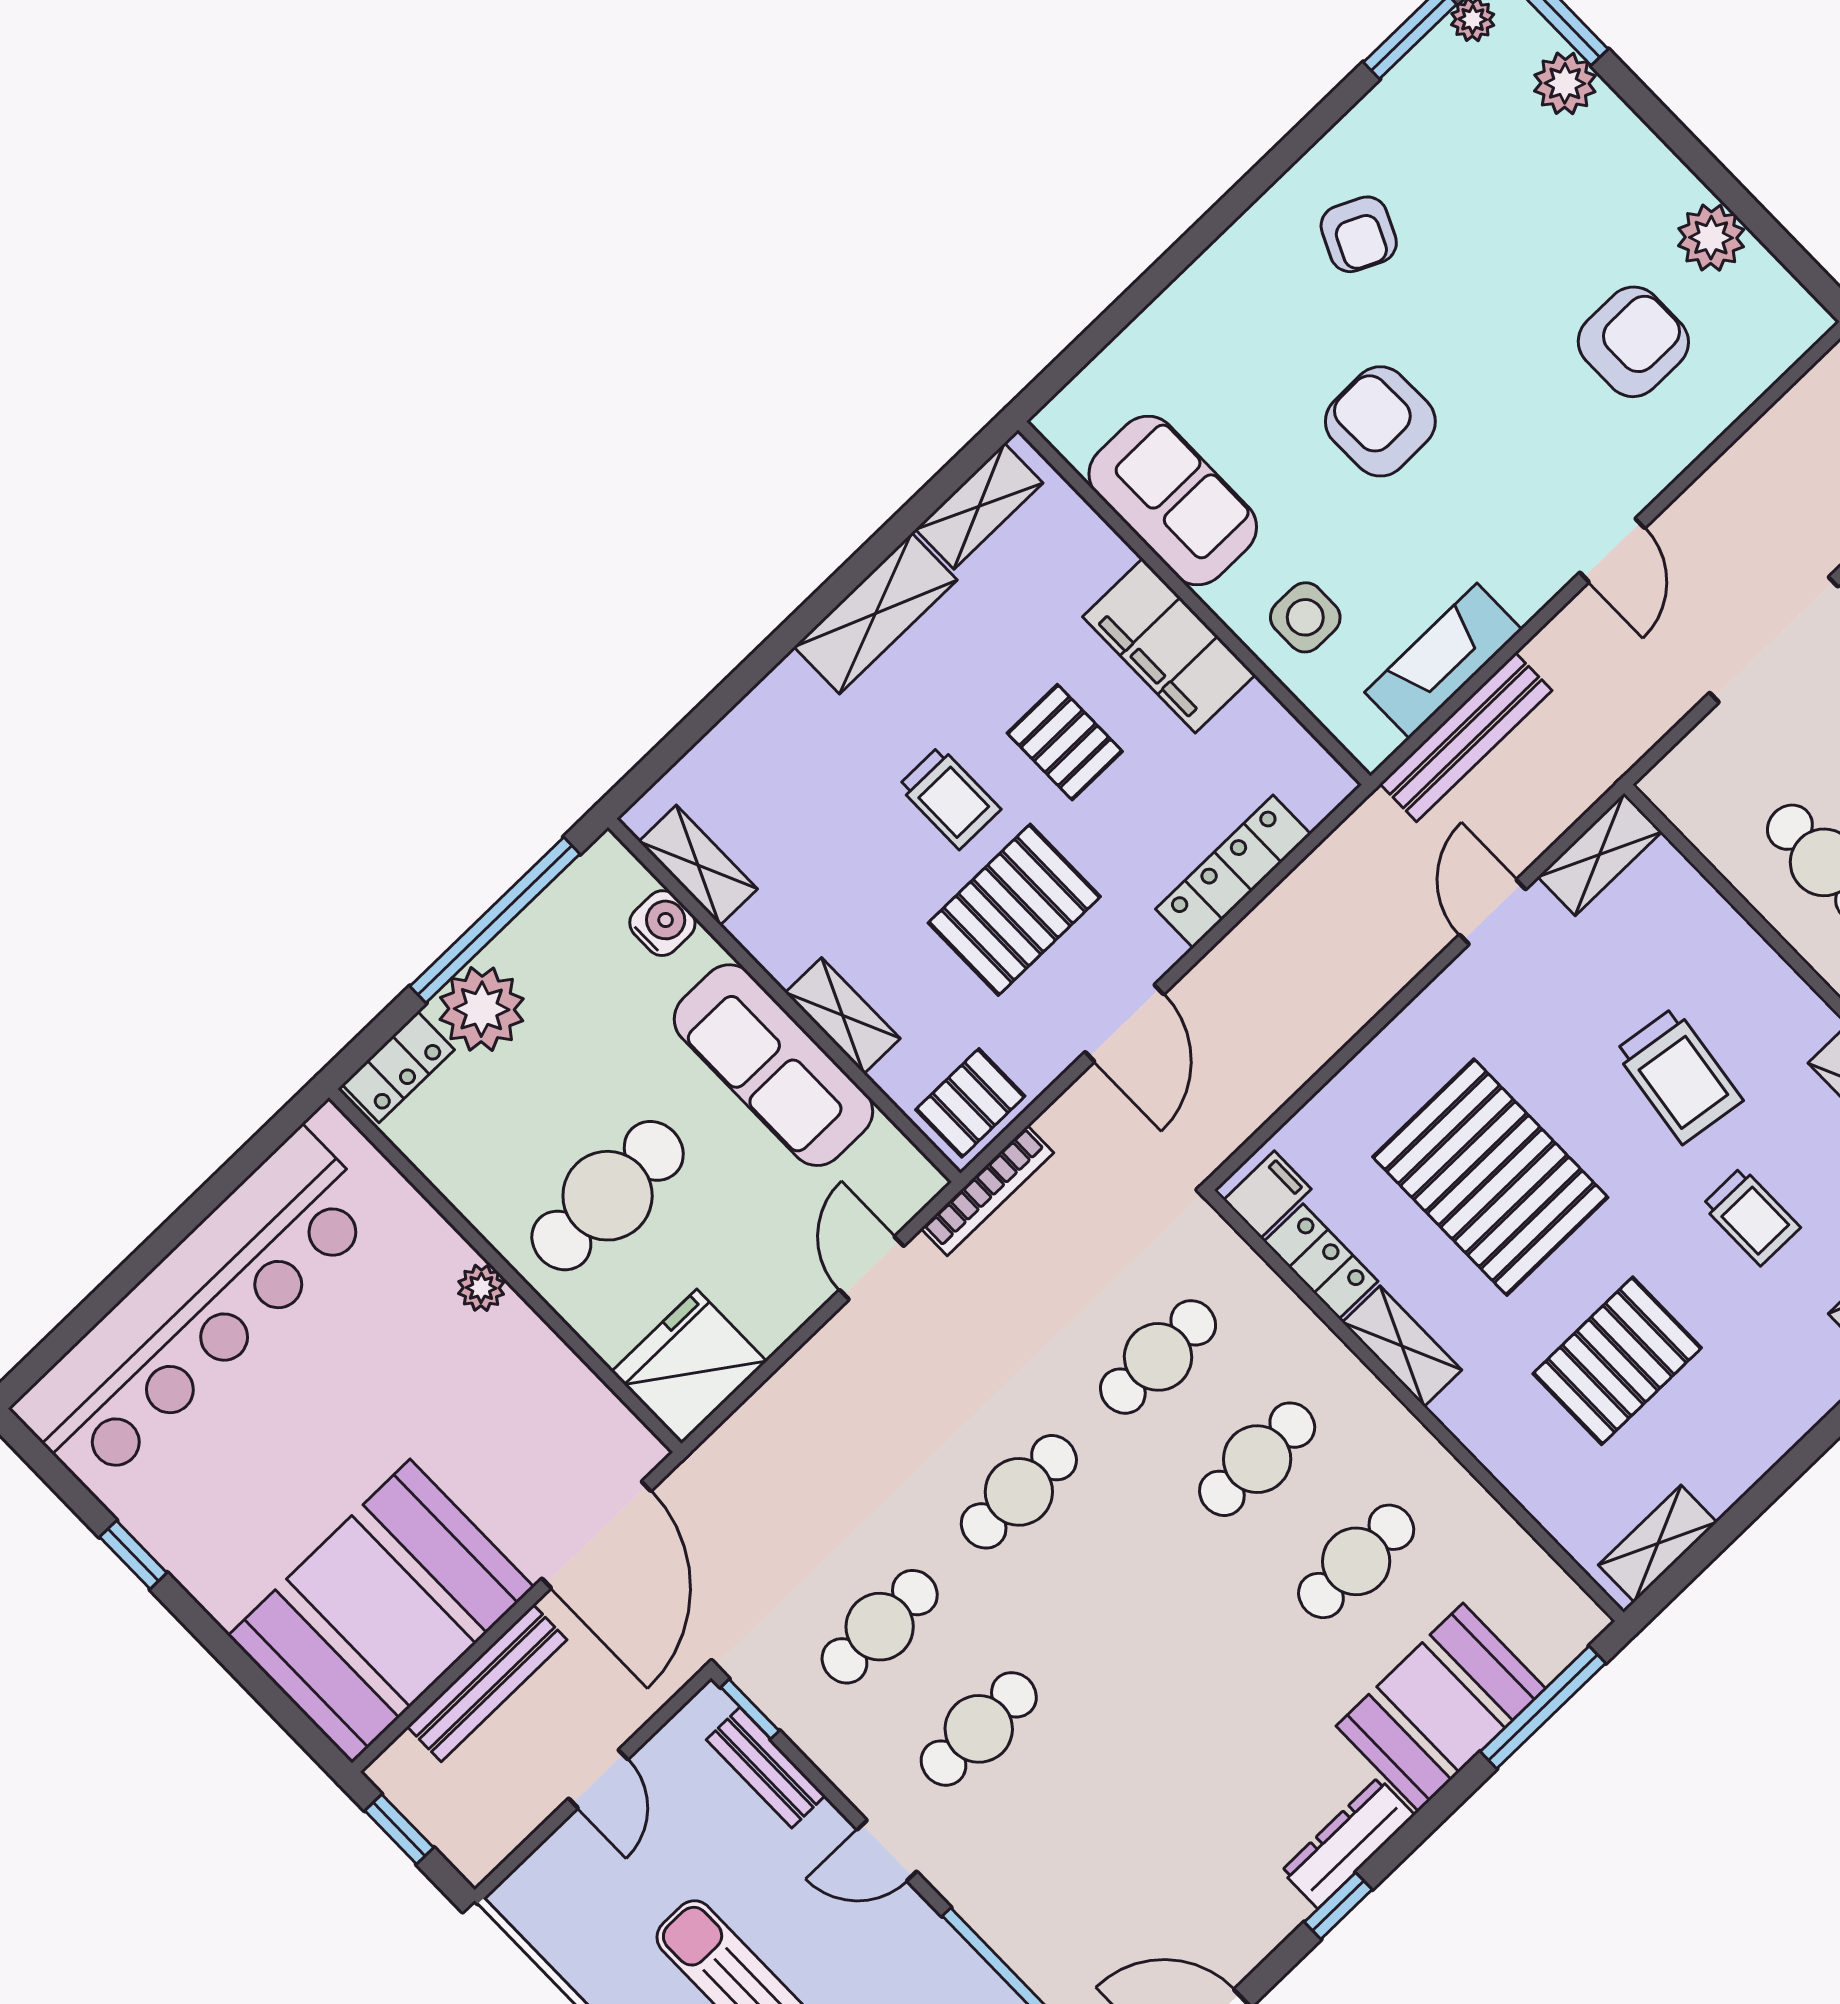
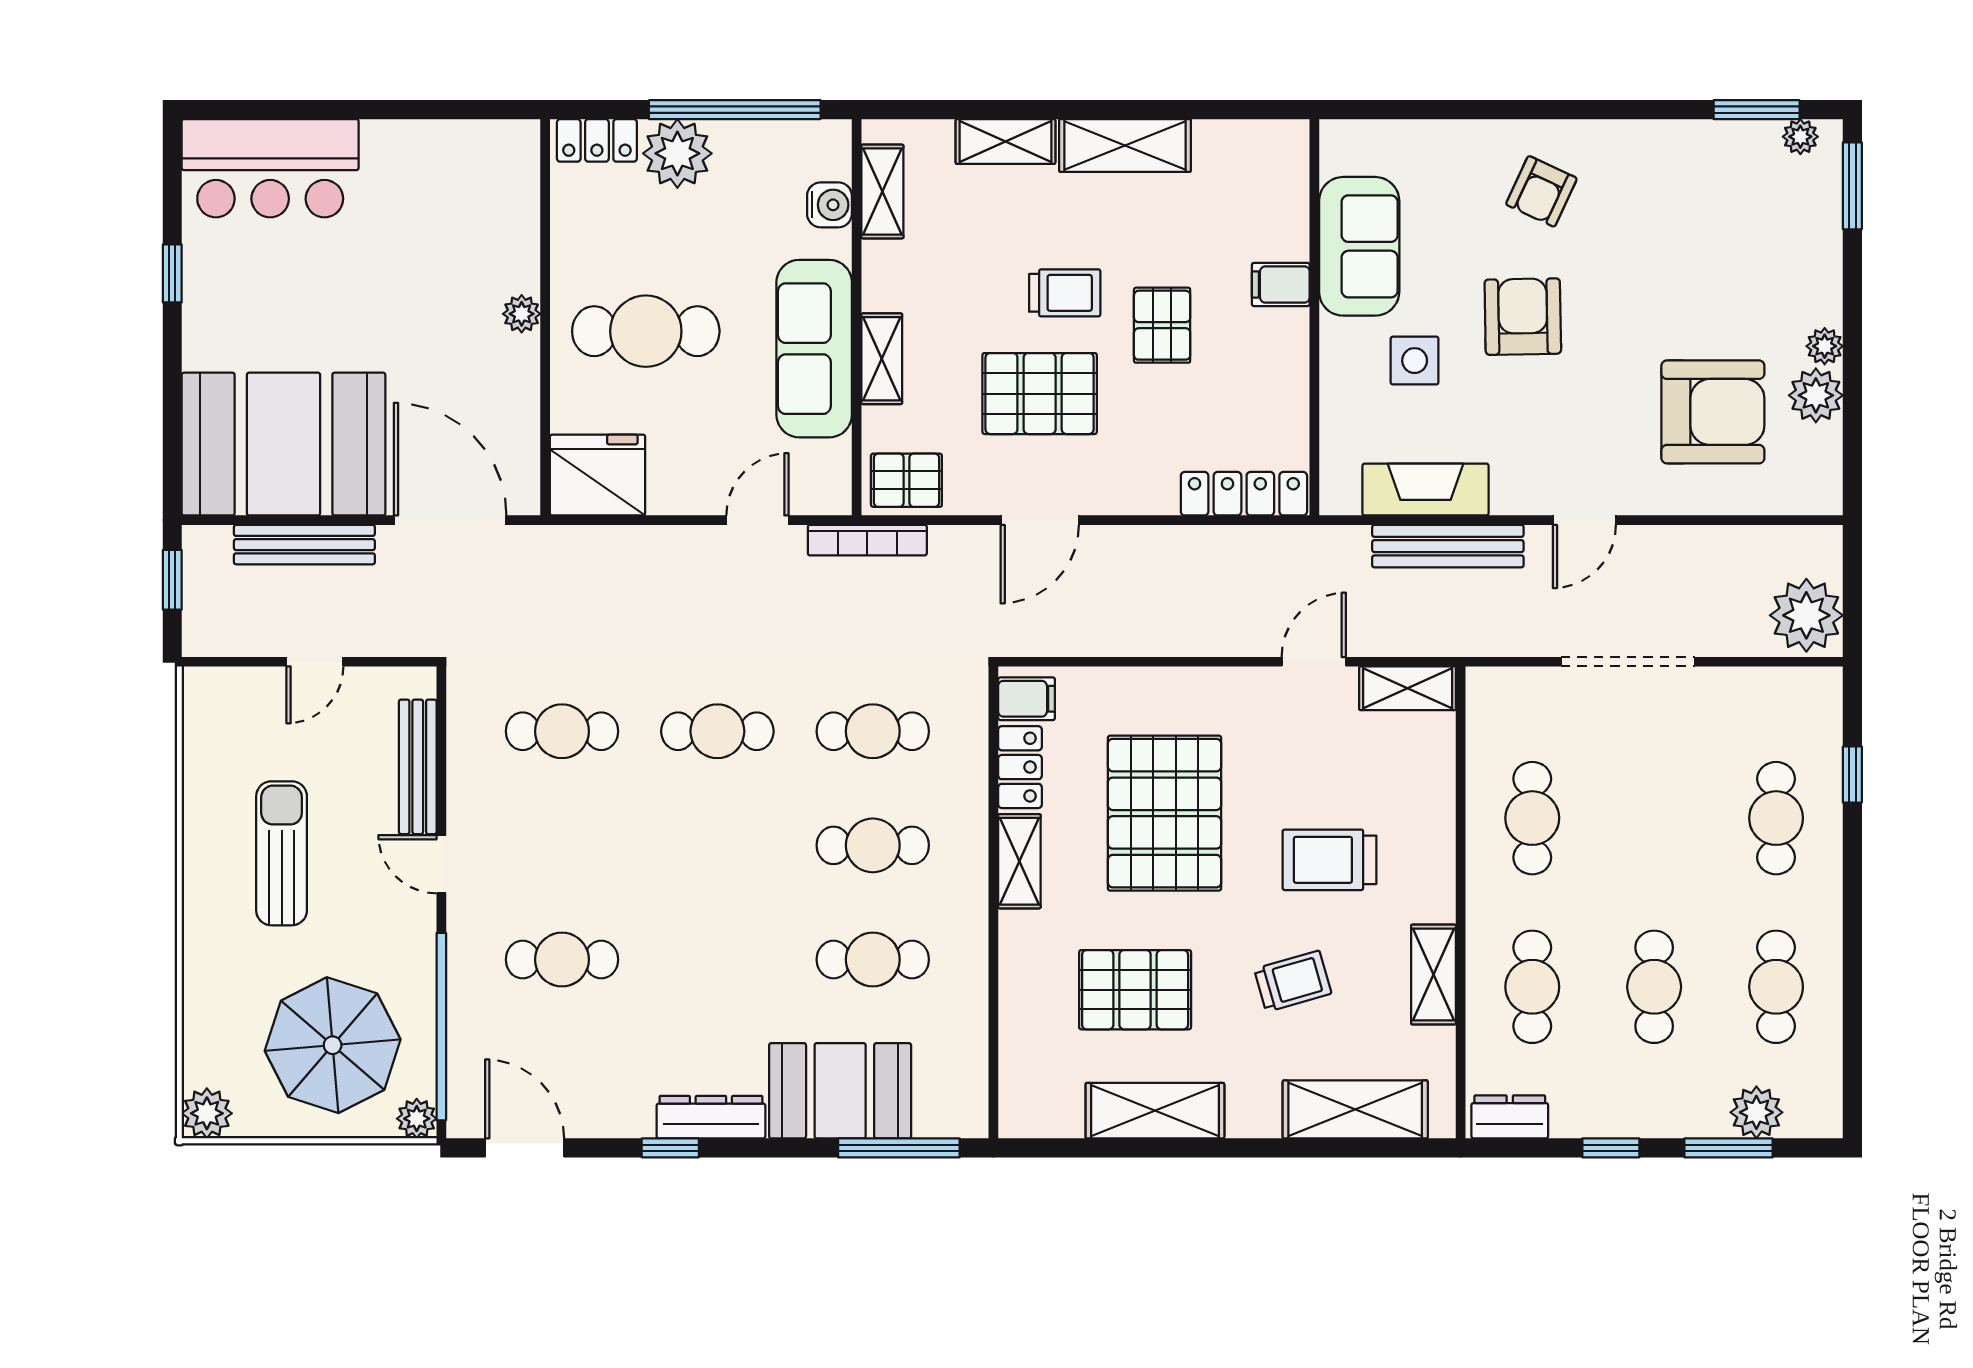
plant: (1565, 83) -> (1825, 346), moved, width x0.73, depth x0.73
armchair: (1359, 234) -> (1541, 191), moved
armchair: (1633, 342) -> (1713, 412), width x1.36, depth x1.36
shelving: (979, 506) -> (1005, 141), moved
side table: (1305, 617) -> (1415, 361), moved
filing cabinet: (1169, 646) -> (1281, 284), width x0.33, depth x0.86
bench: (1466, 737) -> (1448, 546), moved
trolley: (949, 798) -> (1065, 293), turned -90
locker: (1233, 872) -> (1244, 494), moved
trolley: (1679, 1076) -> (1329, 860), turned 82
trolley: (1751, 1216) -> (1293, 981), turned -106
bar counter: (198, 1310) -> (270, 168), width x0.54
door: (596, 1535) -> (450, 520), swing flipped
shelving: (1658, 1544) -> (1155, 1111), moved, width x1.50, depth x1.33
window: (750, 1709) -> (441, 706), removed
cafe table: (979, 1729) -> (562, 960), moved
bench: (766, 1768) -> (418, 767), width x1.36

